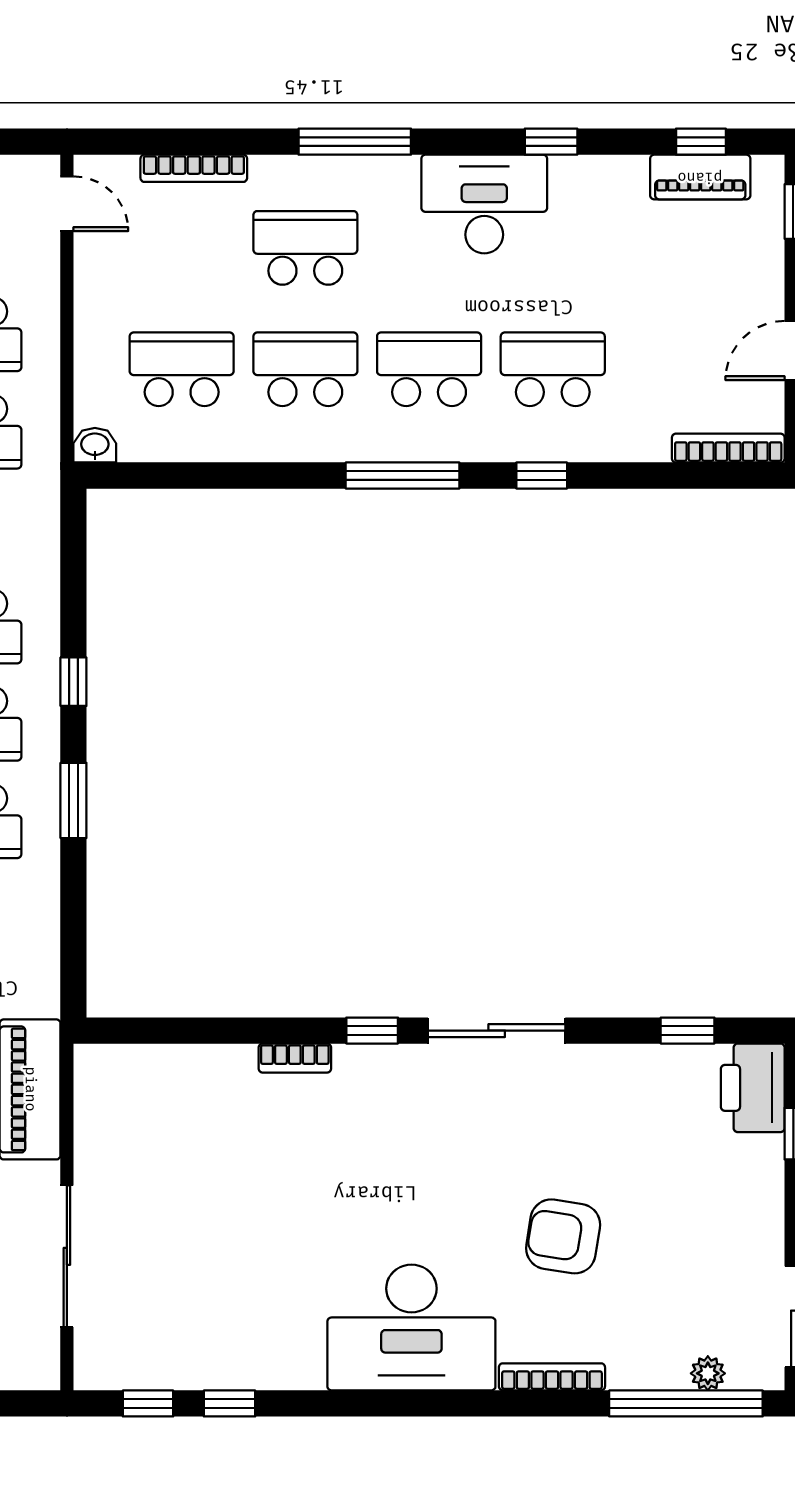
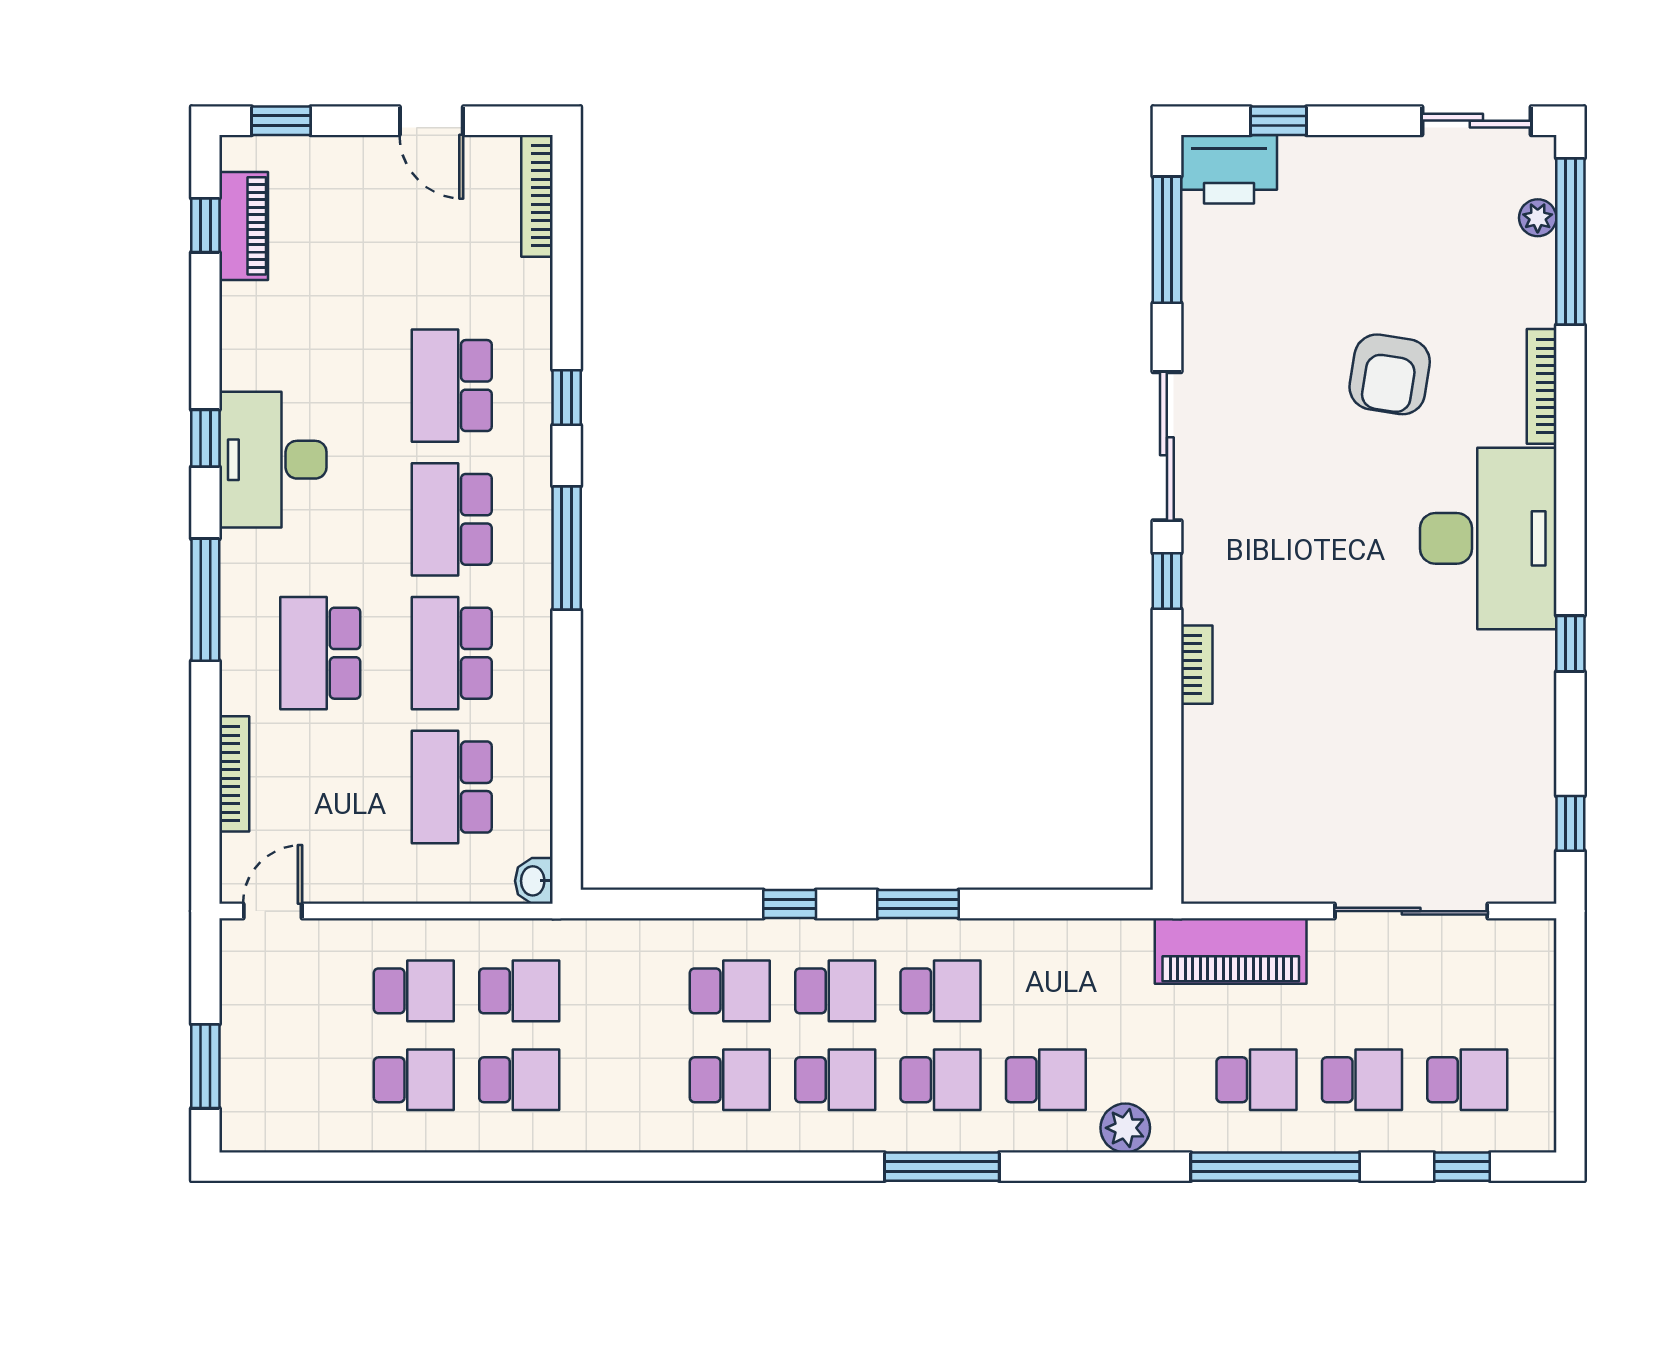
window: (551, 142) -> (205, 438), moved
window: (688, 1031) -> (1167, 240), width x2.17
window: (230, 1403) -> (1570, 644), moved

